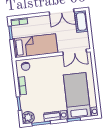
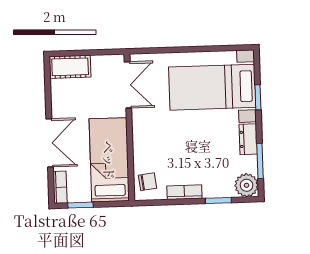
double door: (62, 12) -> (50, 143), moved

